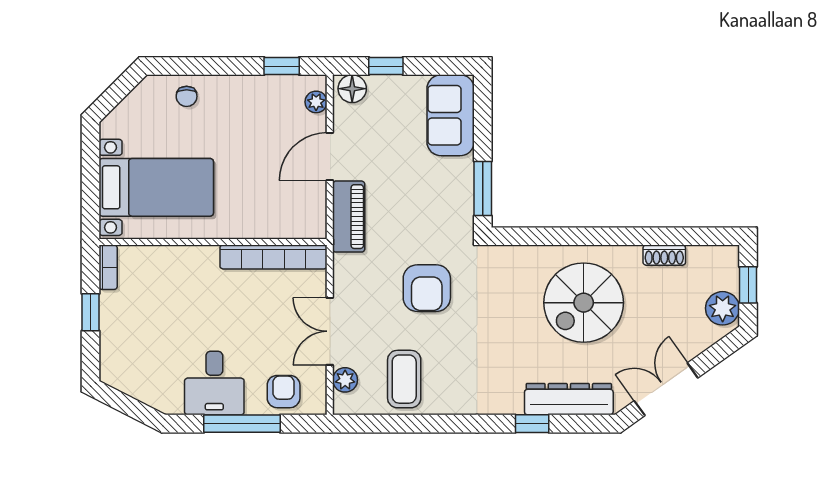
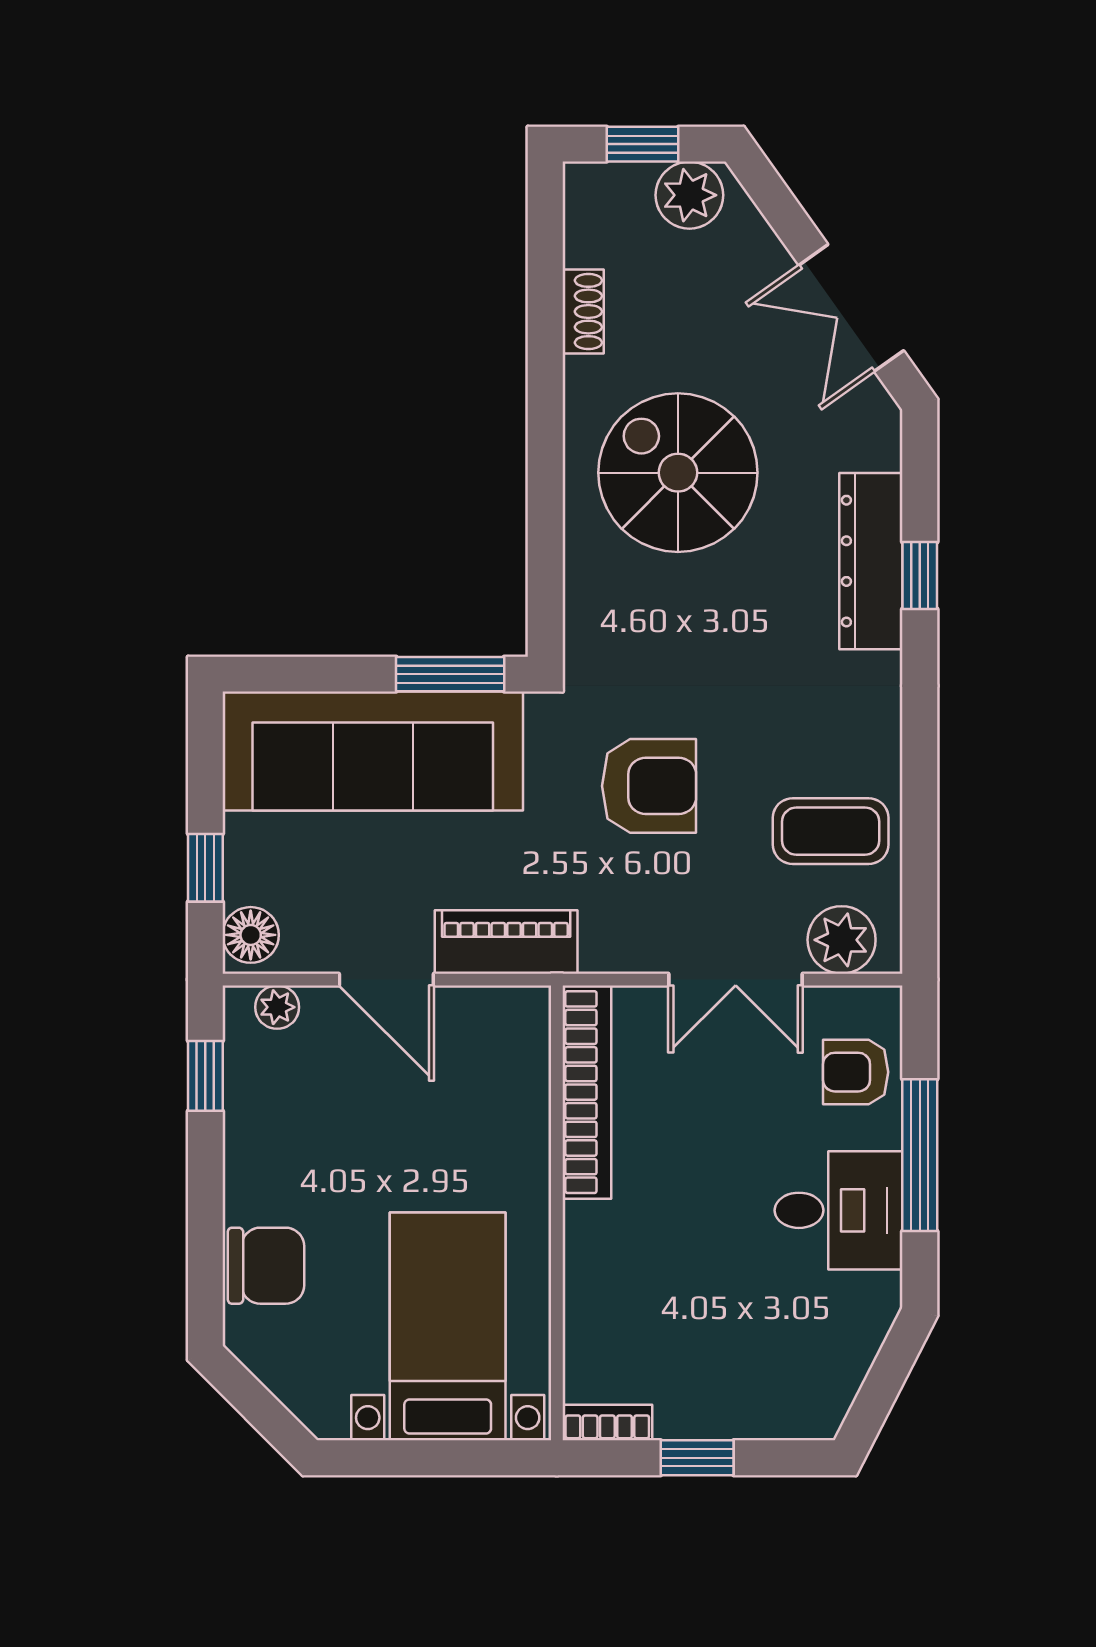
chair: (187, 96) -> (266, 1266), width x1.87, depth x1.87
sofa: (451, 115) -> (373, 751), width x1.85, depth x1.27
spiral stairs: (584, 303) -> (678, 473), turned 180
plant: (345, 380) -> (842, 940), width x1.38, depth x1.38
dresser: (569, 399) -> (871, 561), moved

